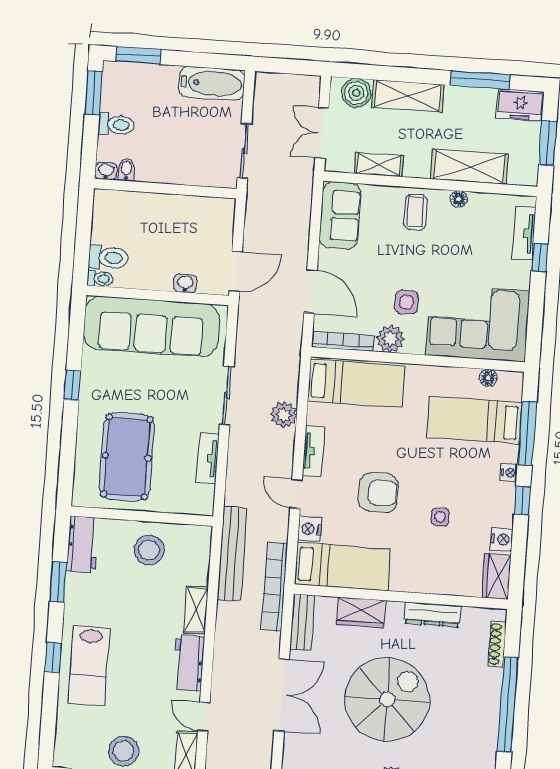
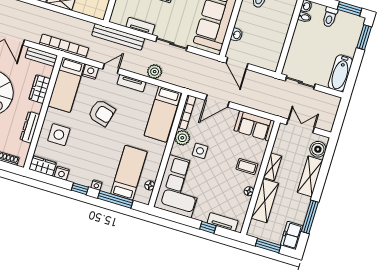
shelving: (379, 165) -> (273, 167), moved
armchair: (378, 492) -> (102, 113), turned -75
side table: (440, 517) -> (59, 135), moved, width x1.87, depth x1.87
bench: (232, 554) -> (118, 37), moved

